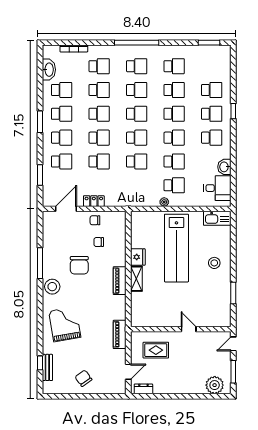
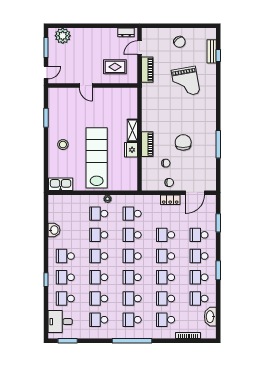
school desk: (137, 185) -> (132, 214), added
desk: (217, 188) -> (60, 322), moved
piano: (120, 281) -> (147, 144), moved
stool: (52, 287) -> (207, 123), removed
grand piano: (65, 324) -> (186, 82), moved
piano: (120, 334) -> (147, 70), moved

